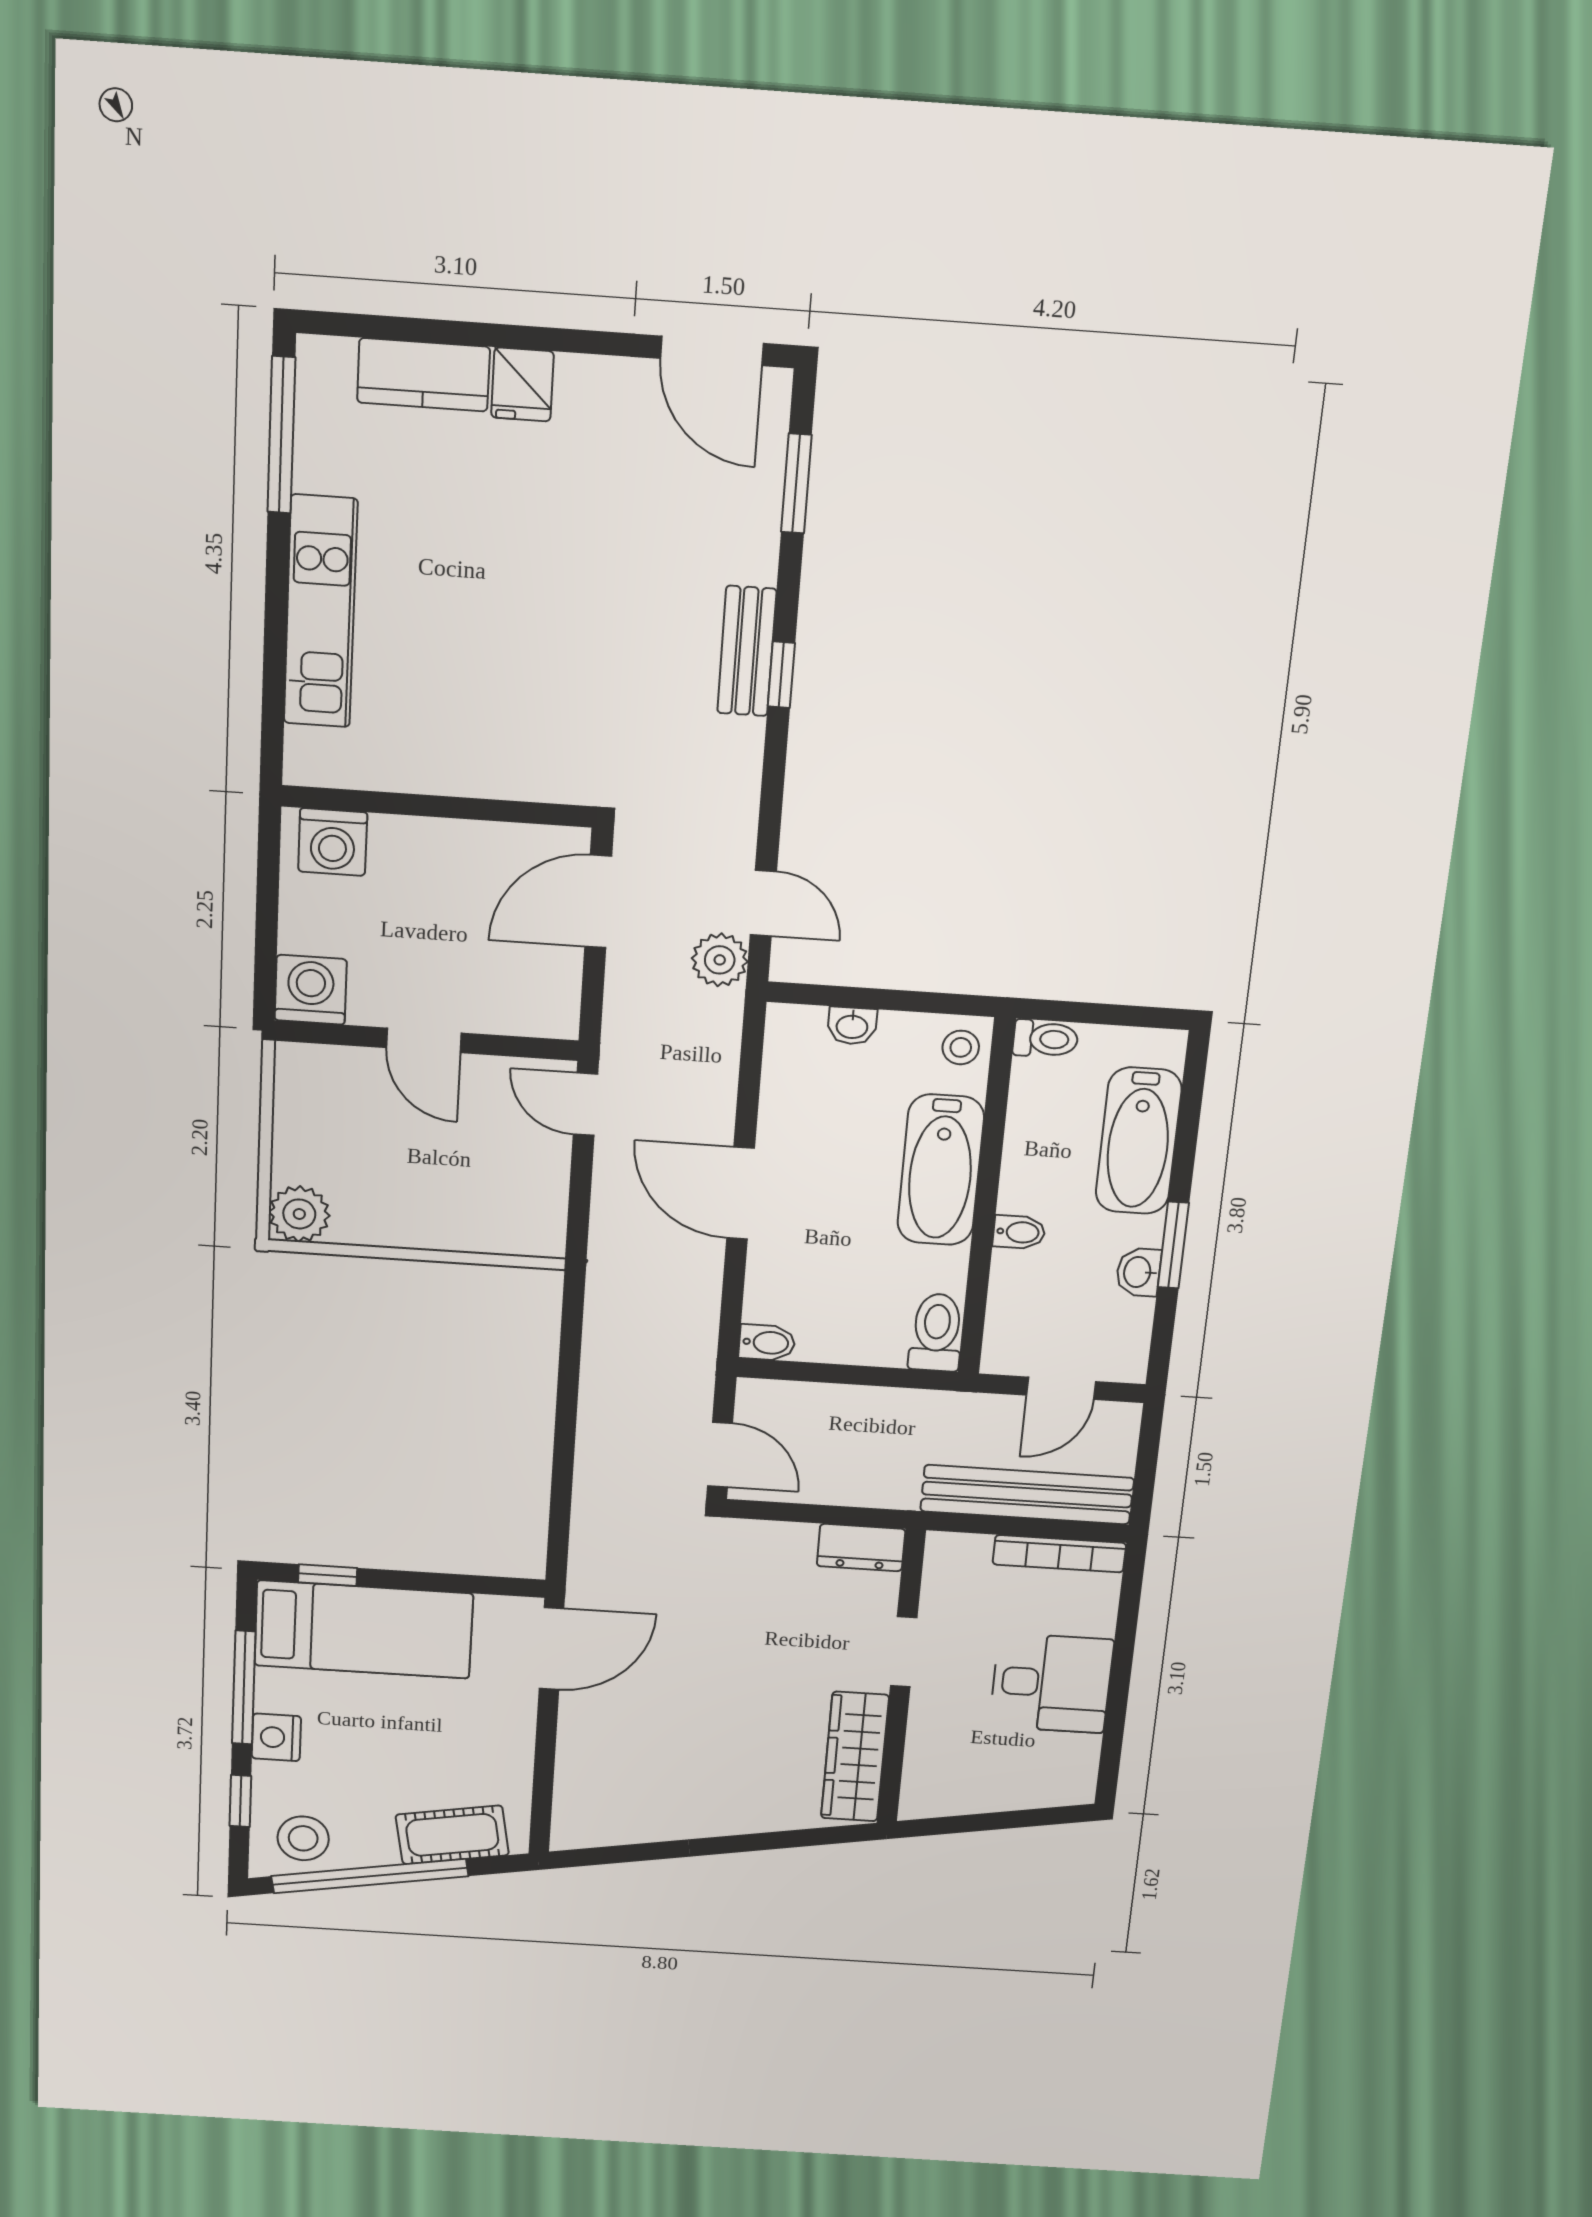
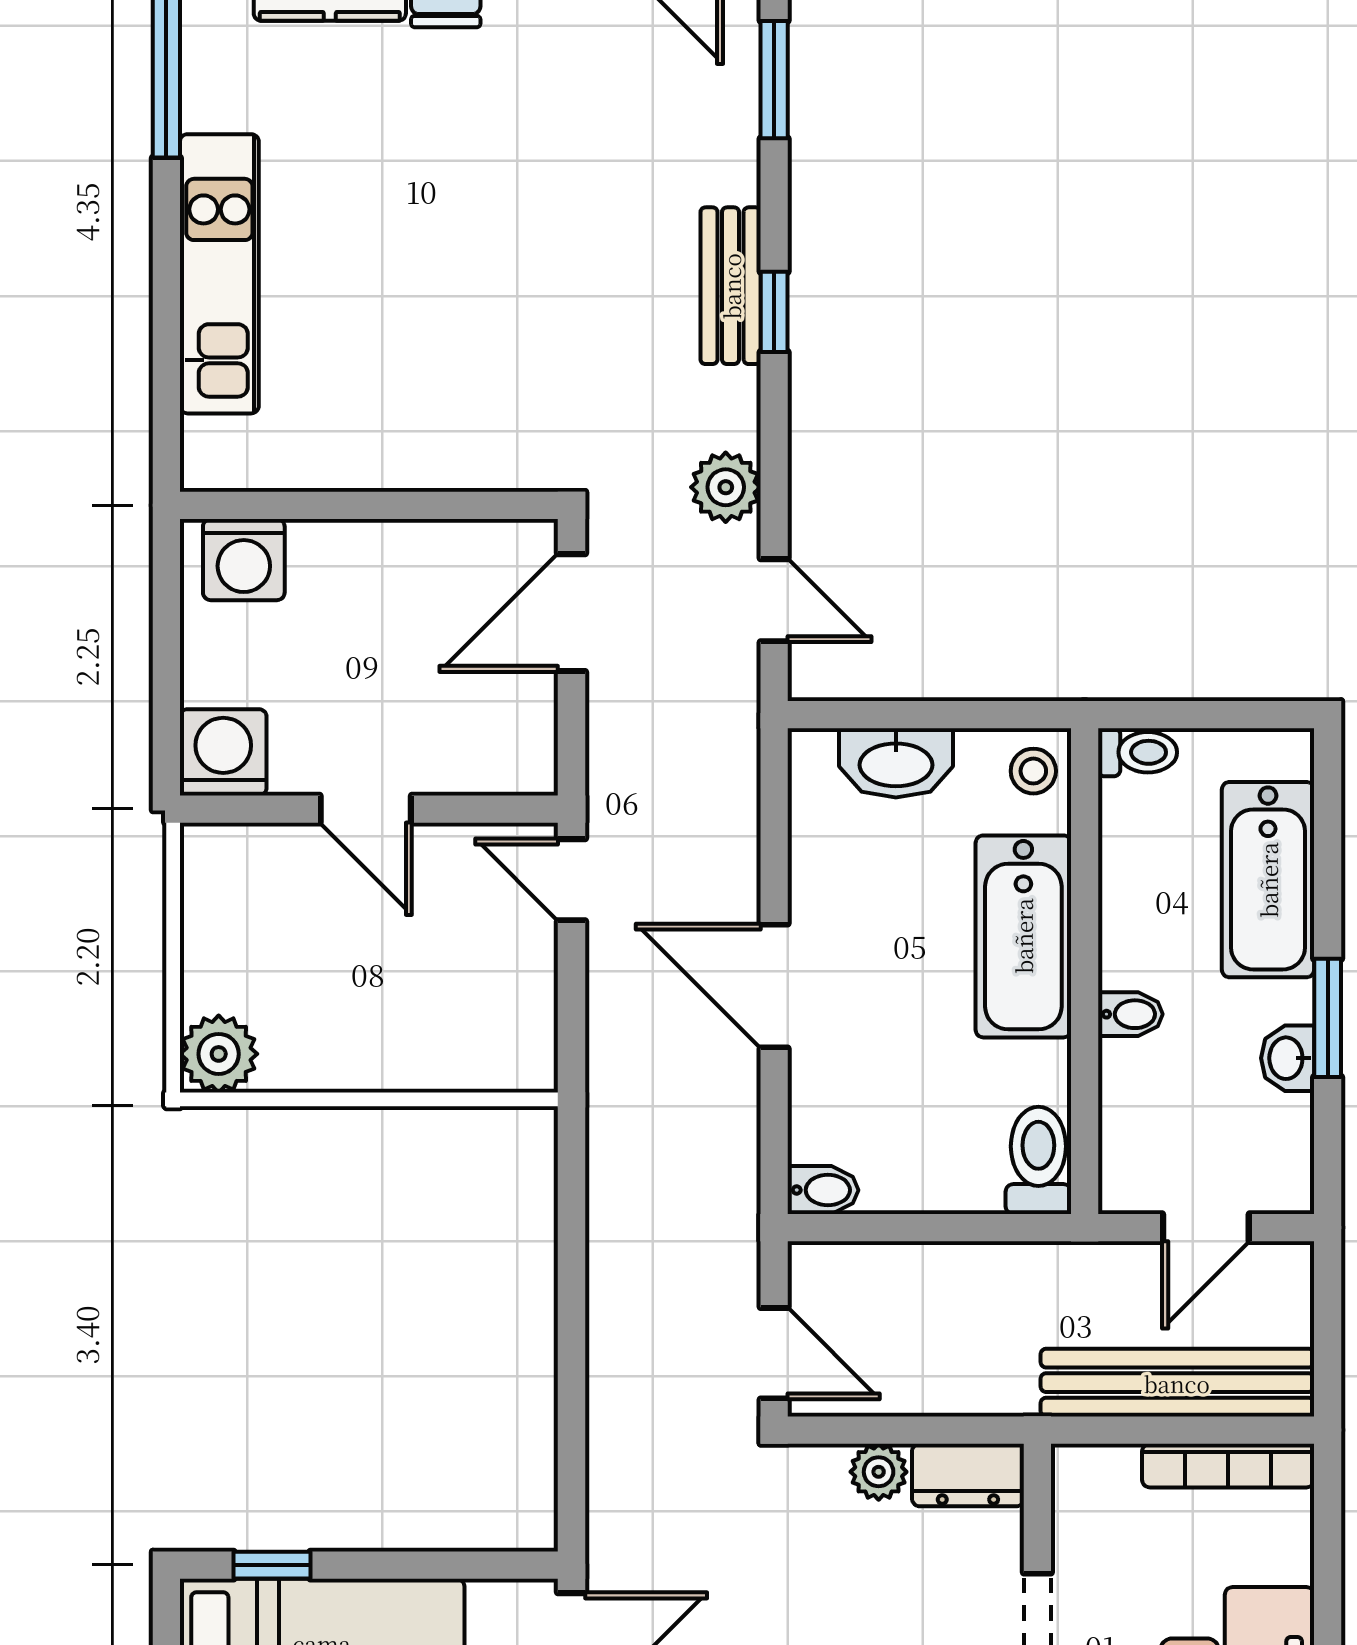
plant: (720, 960) -> (726, 487), moved
washbasin: (852, 1026) -> (896, 763), width x1.91, depth x1.45
plant: (793, 1541) -> (879, 1472), added

